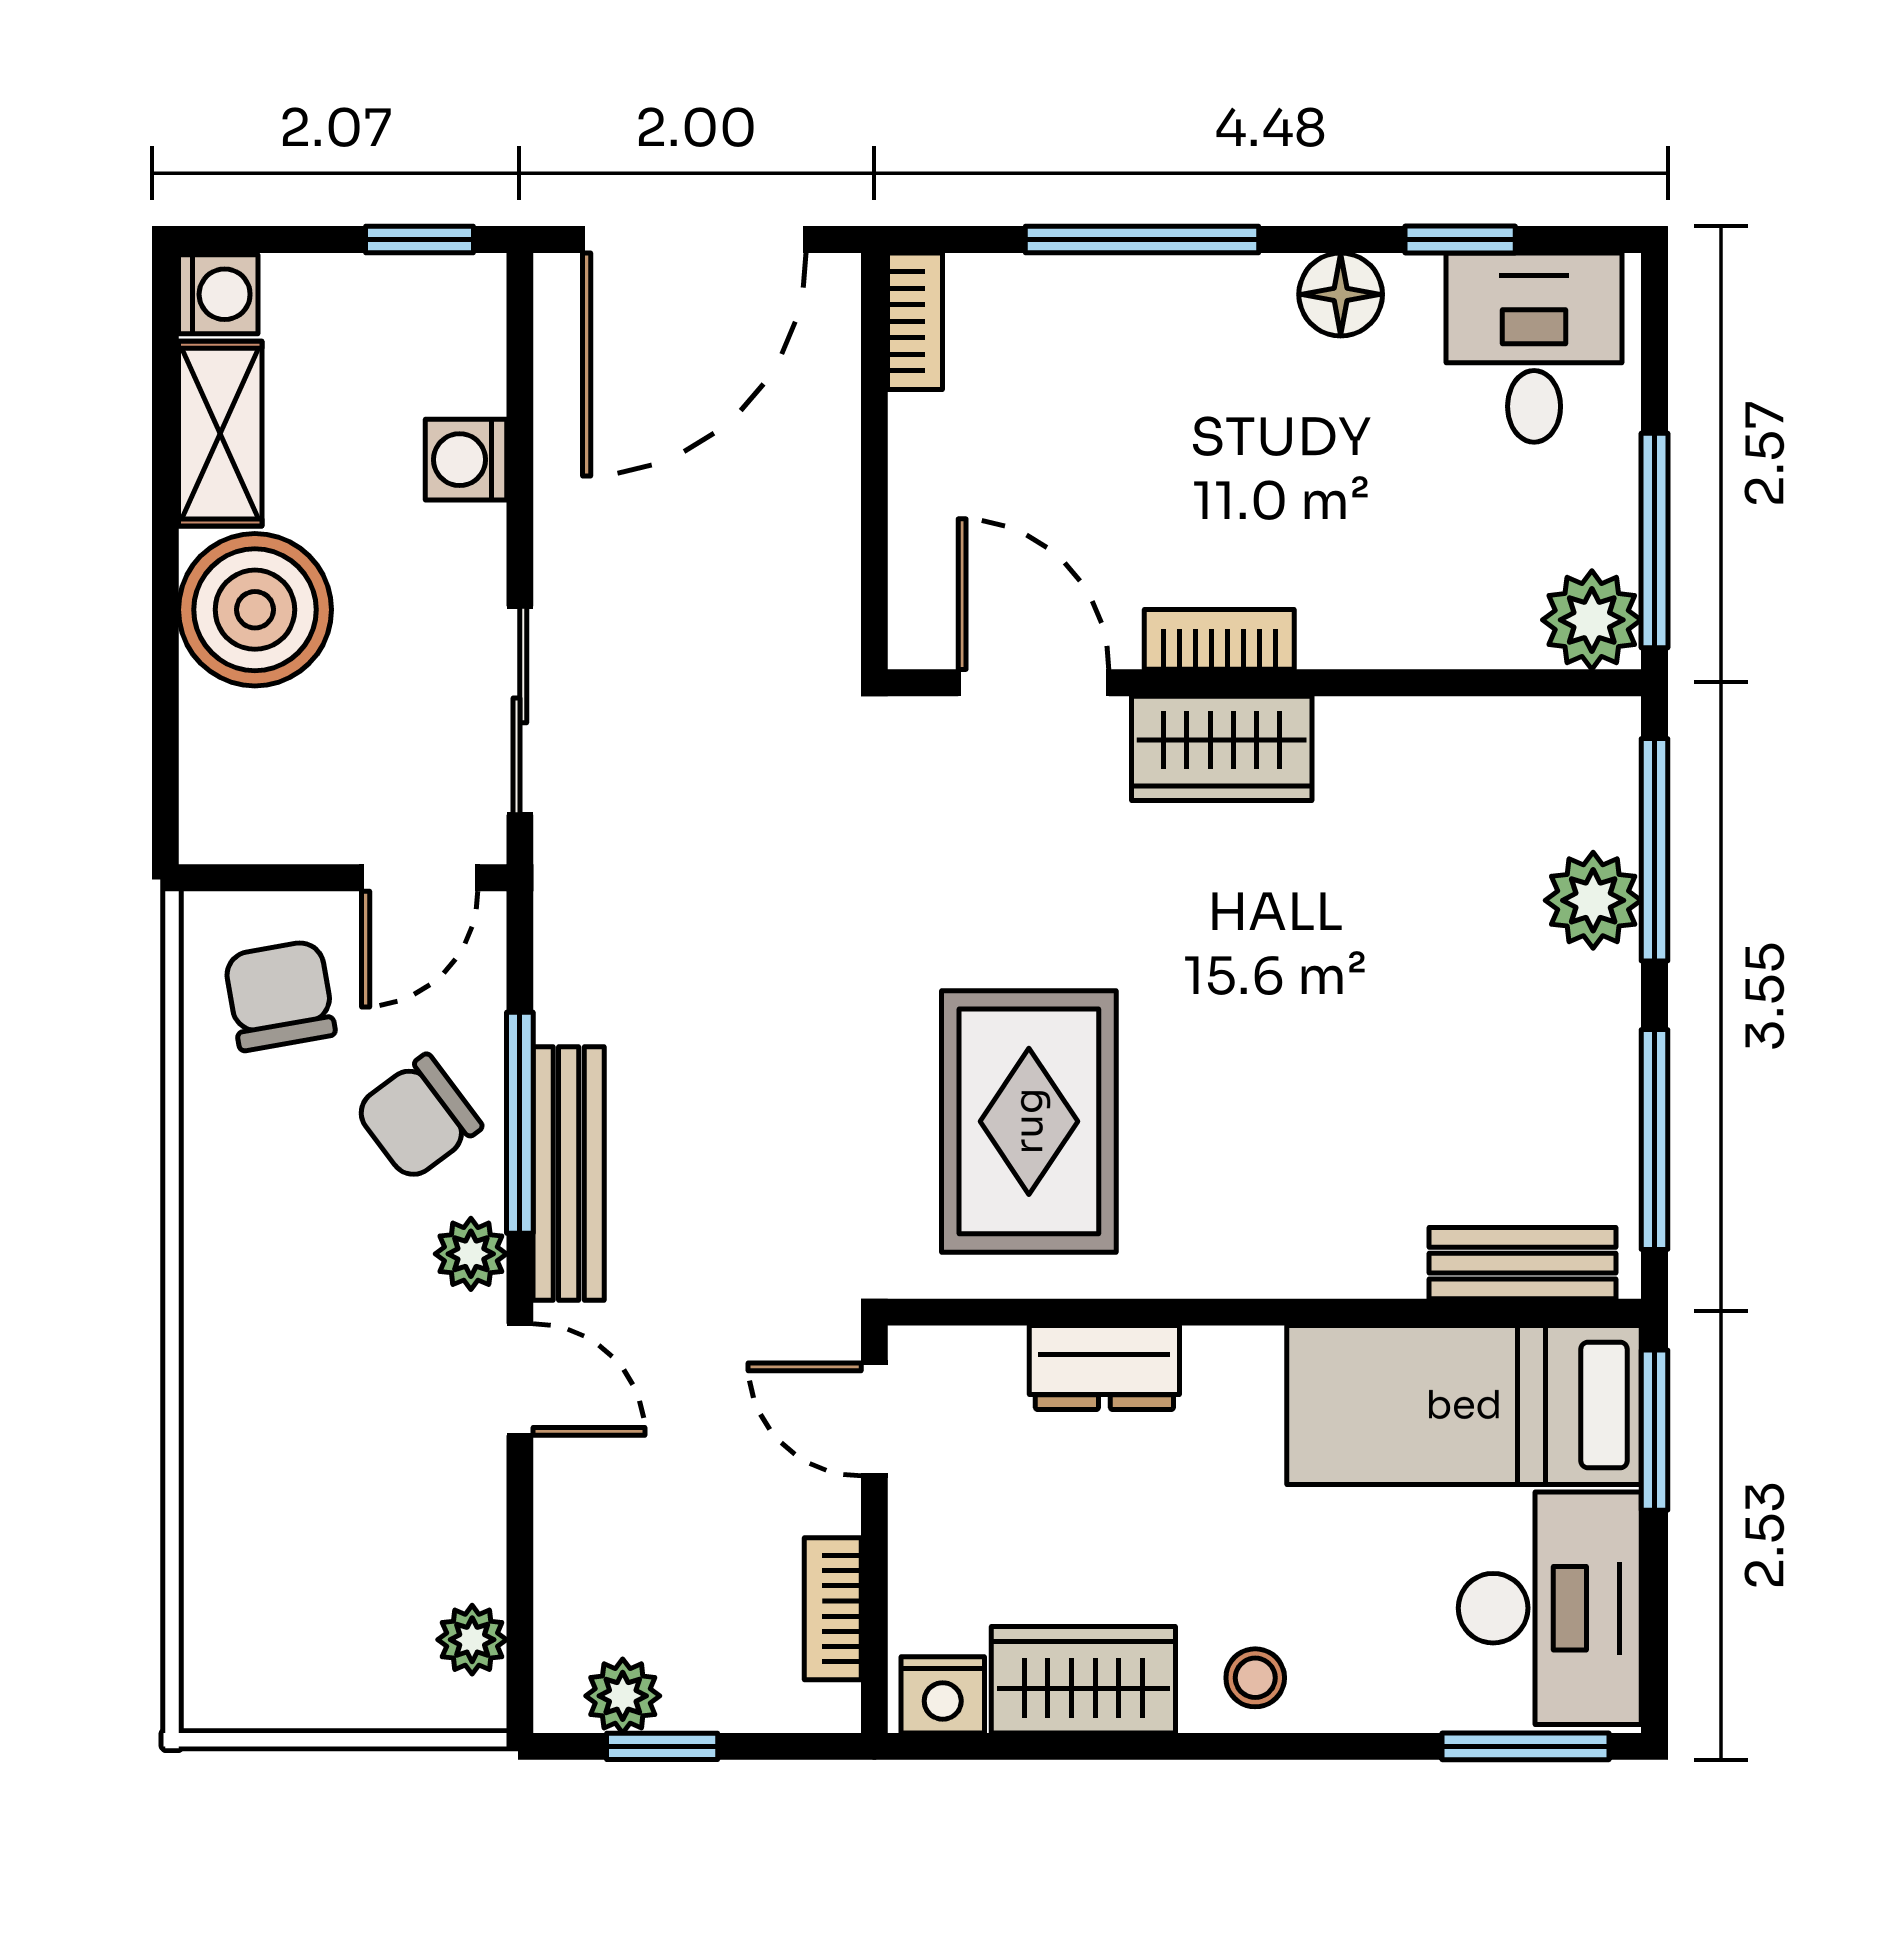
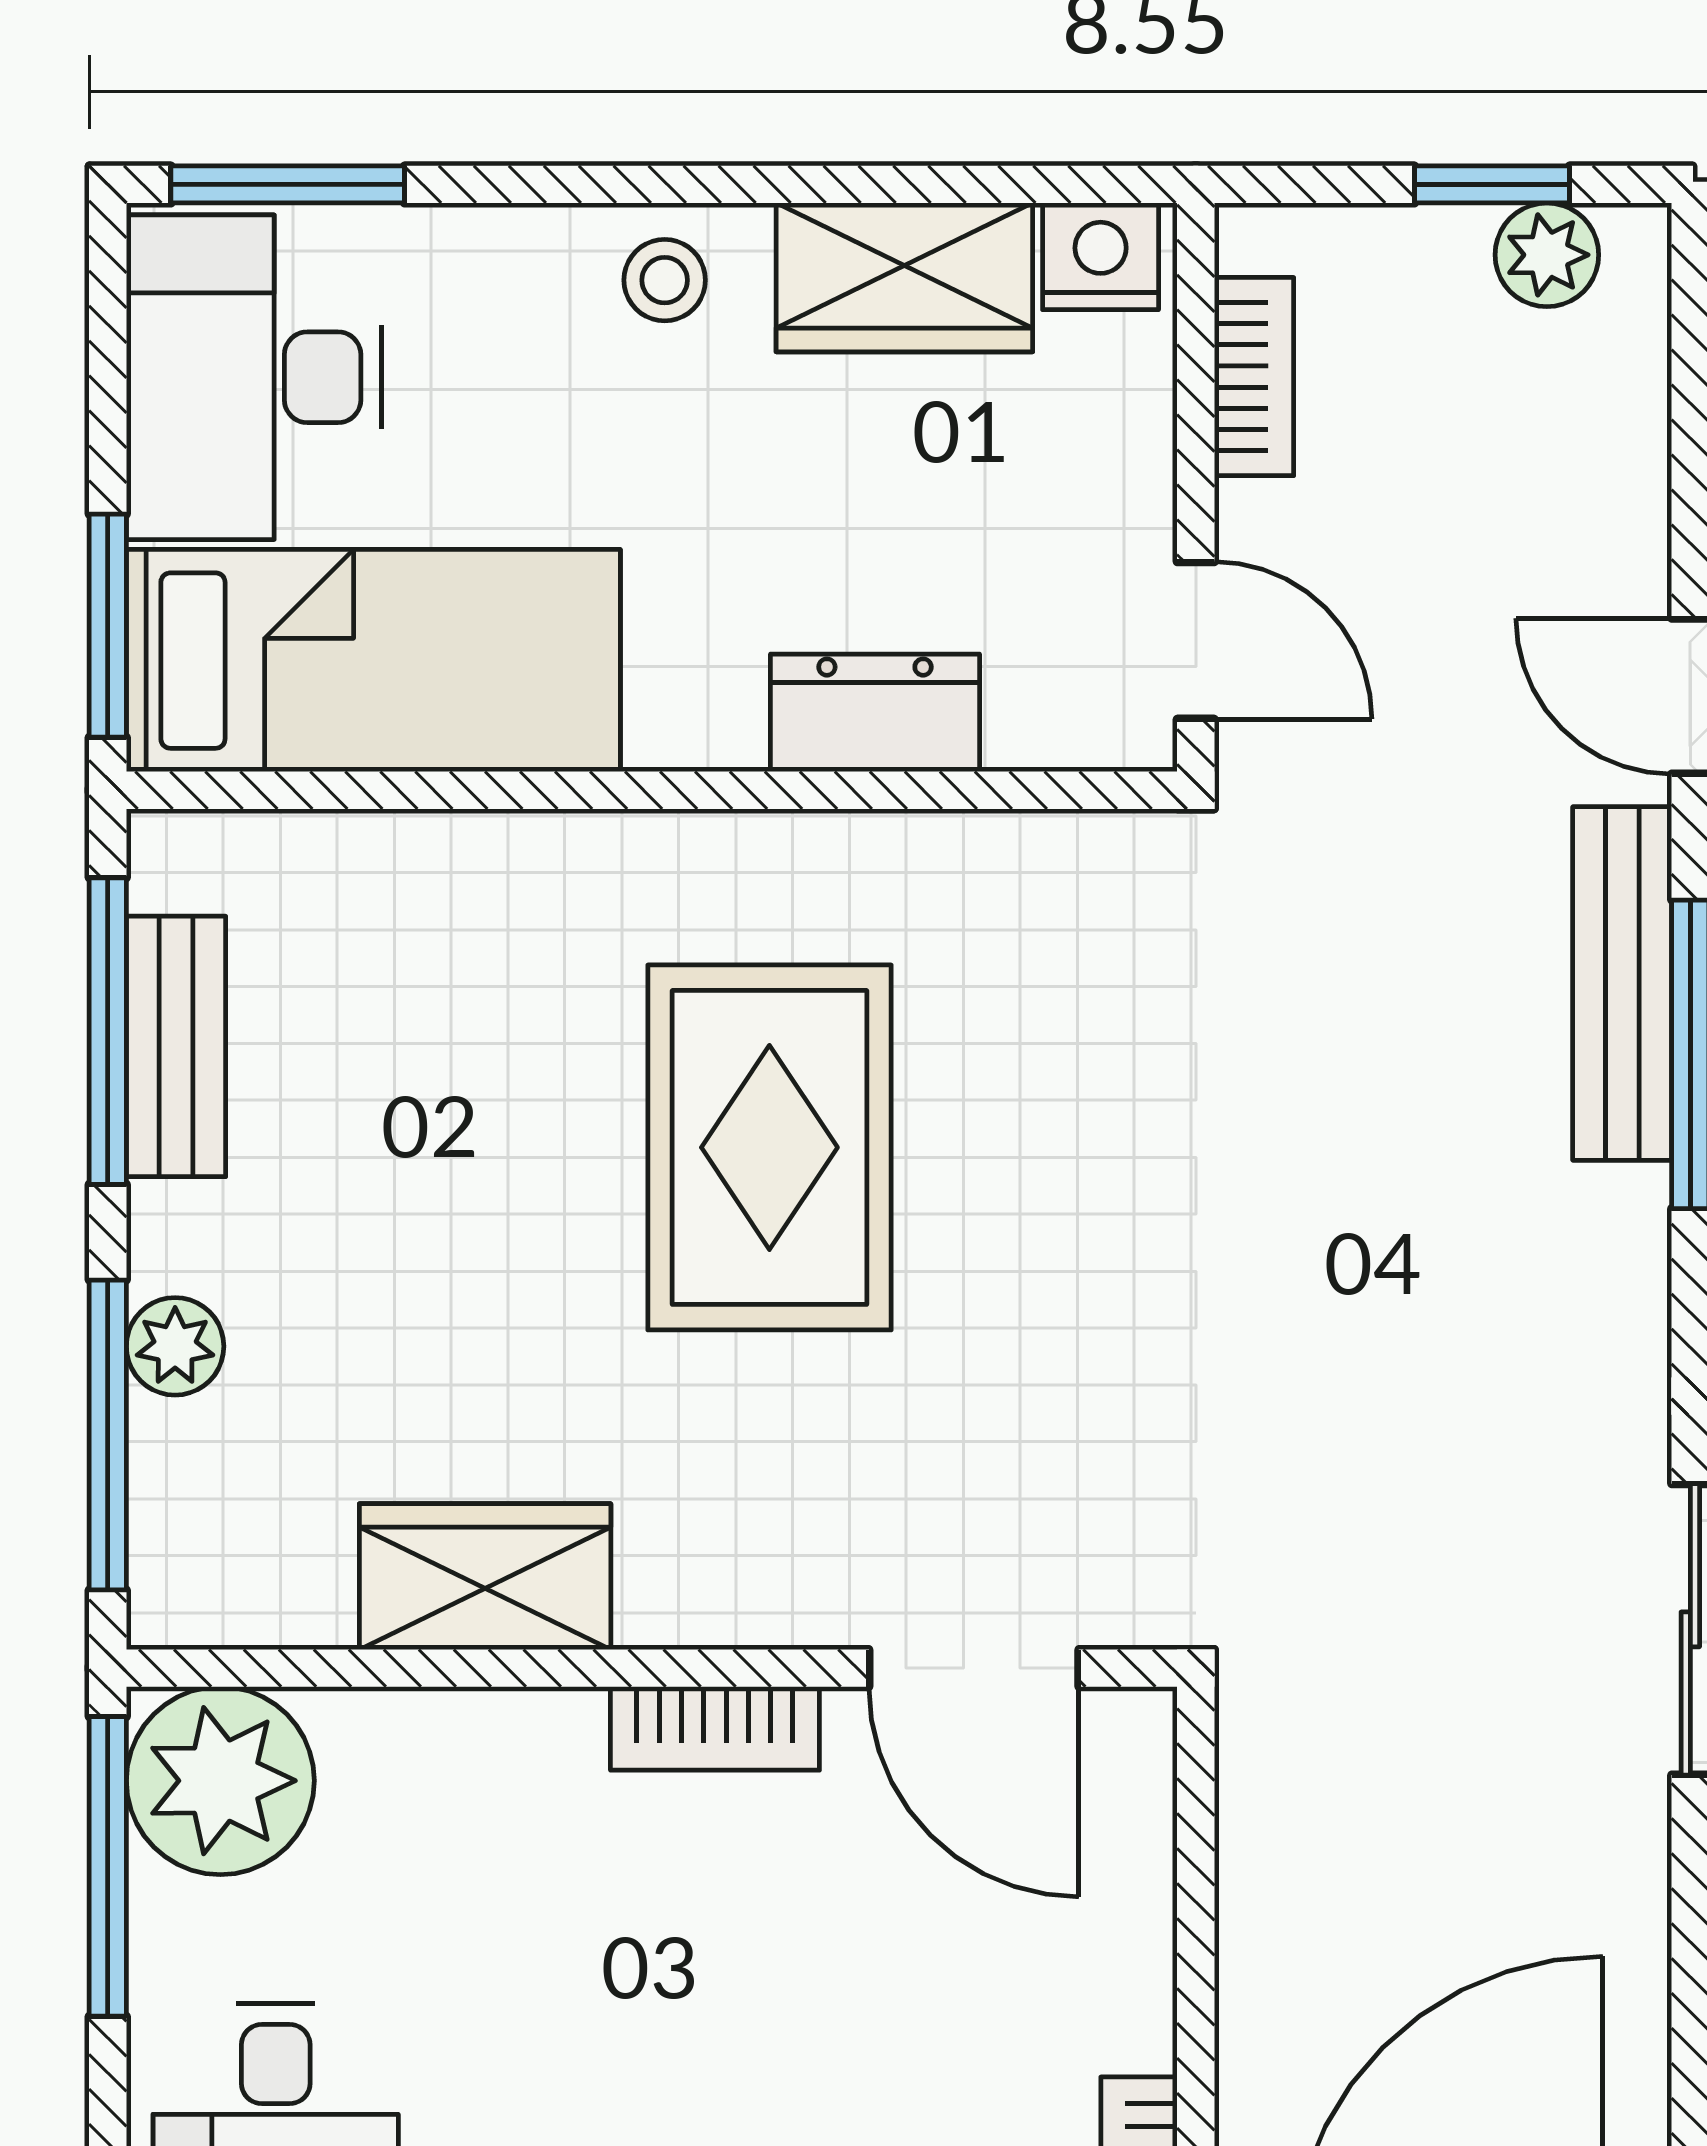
plant: (1592, 620) -> (220, 1781), width x1.36, depth x1.36
wardrobe: (1222, 748) -> (485, 1577), moved
plant: (1593, 900) -> (175, 1346), width x0.73, depth x0.73
rug: (1029, 1121) -> (769, 1147), moved
bench: (1522, 1263) -> (176, 1046), moved, turned 90

